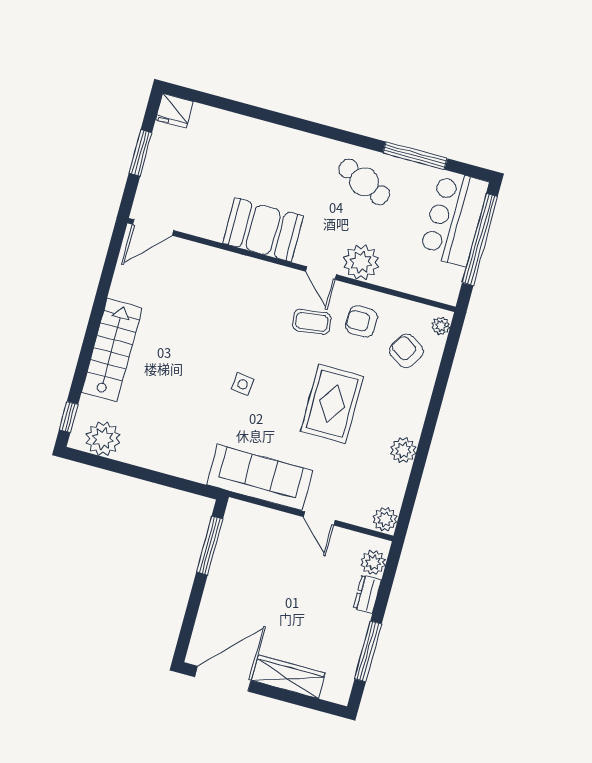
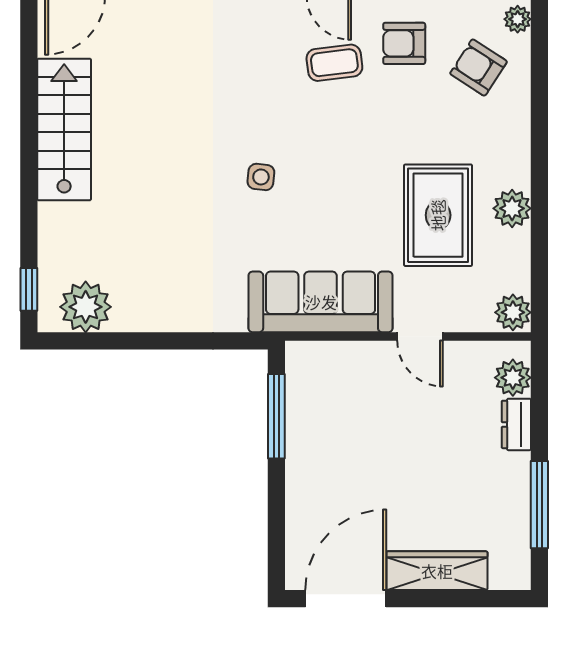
stairs: (112, 350) -> (64, 129), moved
rug: (332, 404) -> (438, 215), moved

